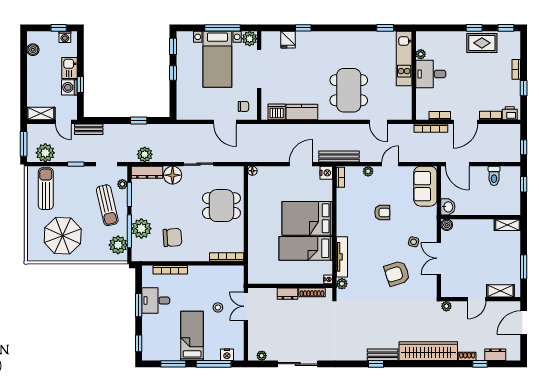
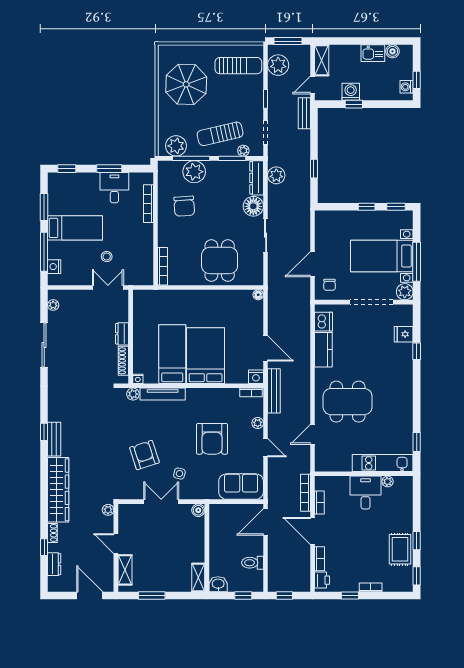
kitchen sink: (69, 68) -> (373, 53), moved, turned 180
washbasin: (448, 207) -> (218, 584), moved, turned 180
armchair: (382, 212) -> (212, 439), width x1.88, depth x1.88

